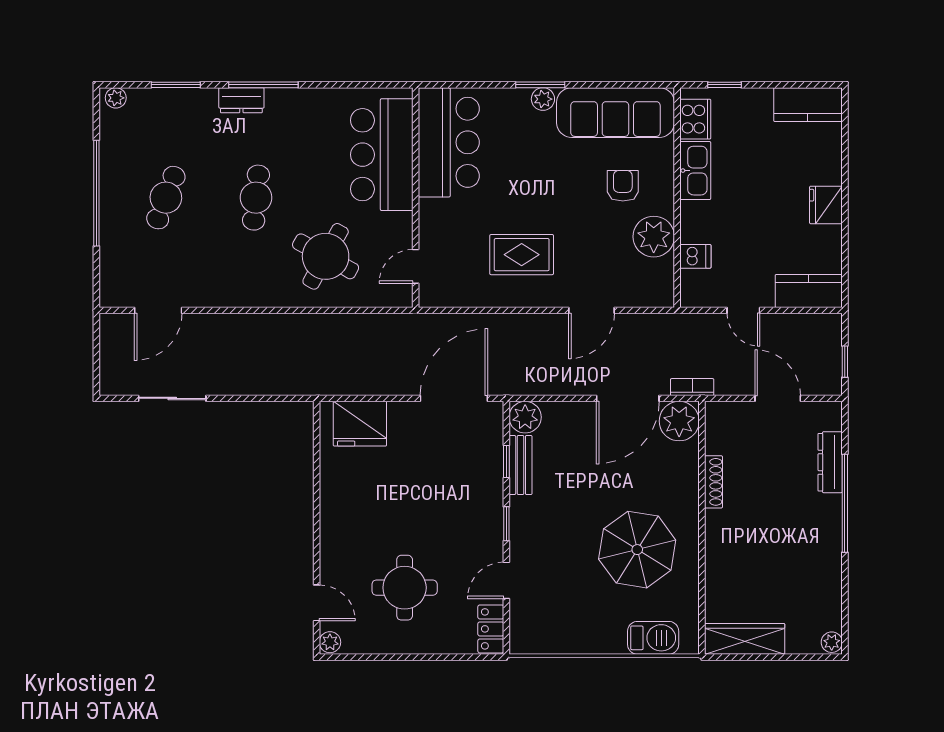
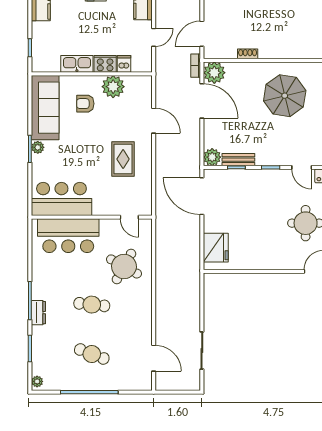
cooker: (695, 119) -> (105, 64), moved
door: (778, 398) -> (202, 34), moved
shoe rack: (713, 482) -> (248, 54), width x0.70

